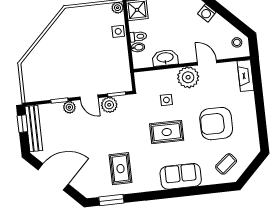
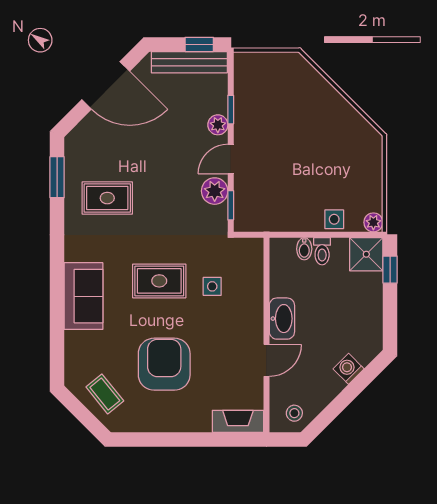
washbasin: (165, 58) -> (282, 319), moved
plant: (188, 77) -> (246, 326), removed
rug: (167, 132) -> (159, 281), turned 90
coffee table: (226, 164) -> (105, 394), moved
door: (53, 177) -> (106, 85), hinge flipped

